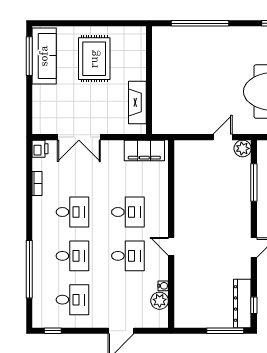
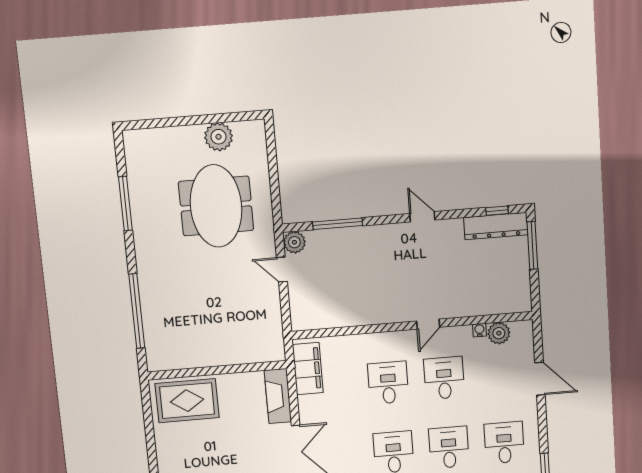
rug: (94, 59) -> (187, 401), moved
fireplace: (137, 102) -> (278, 396), moved, turned 90

